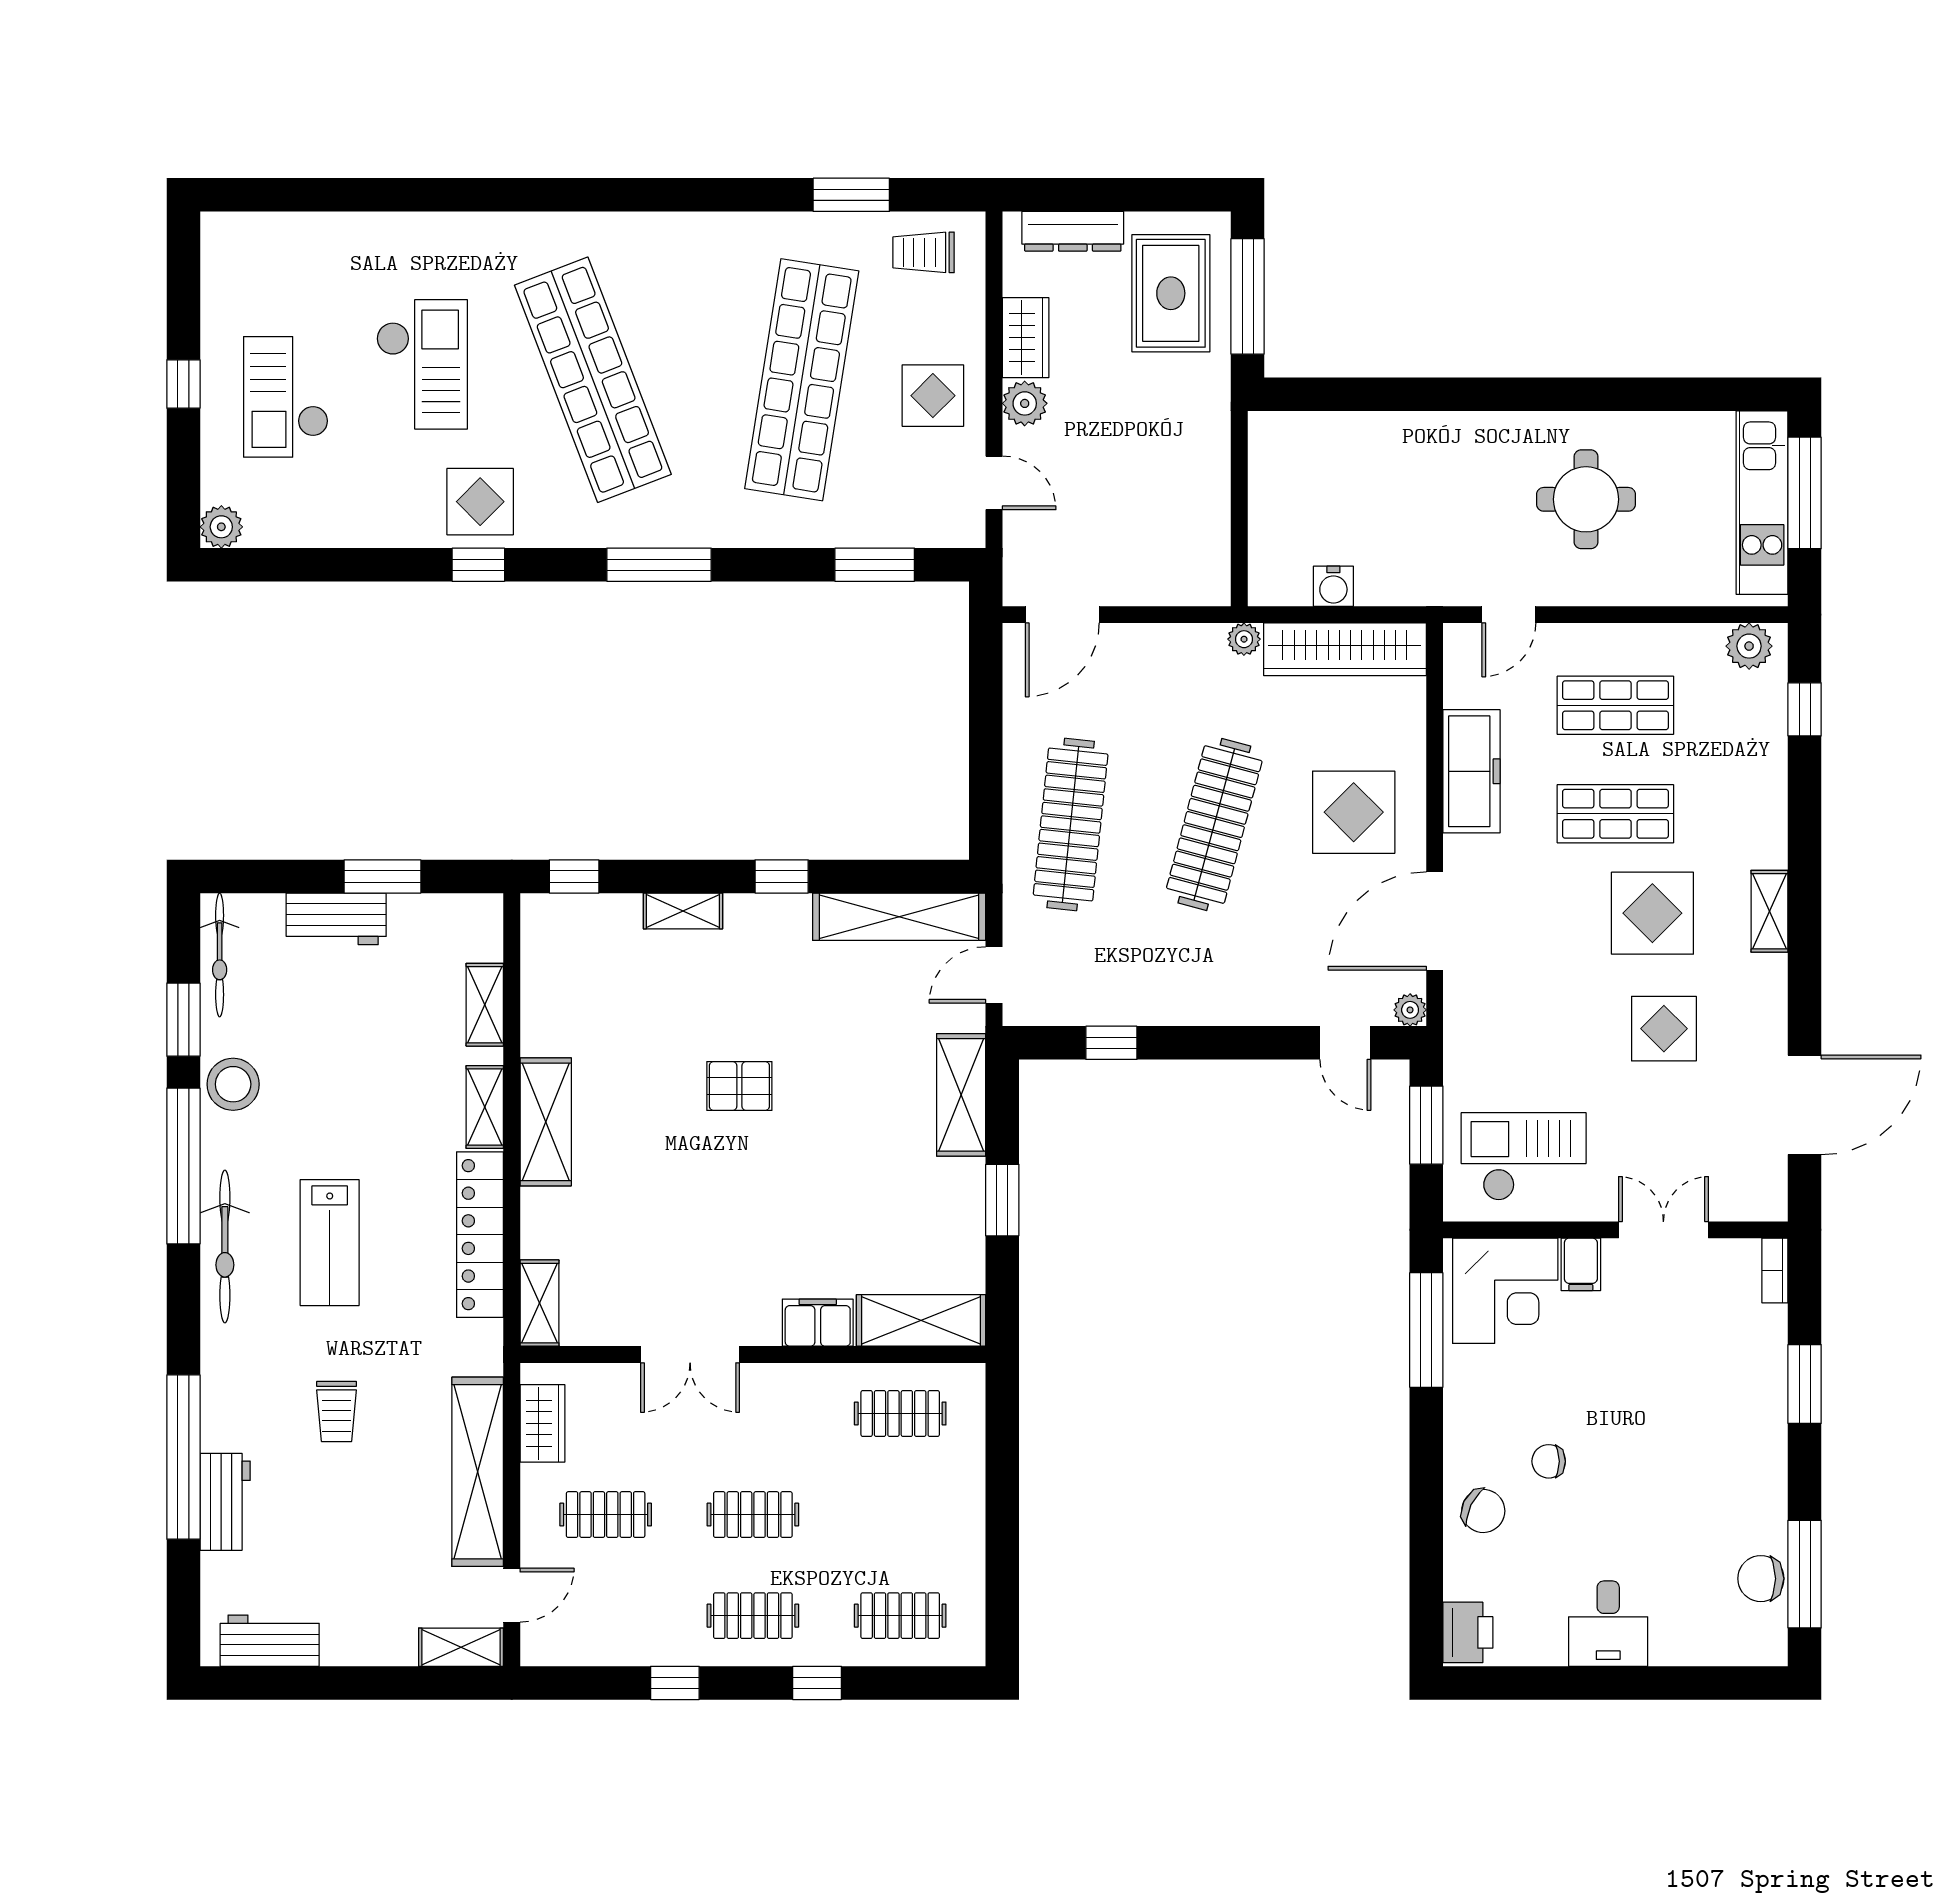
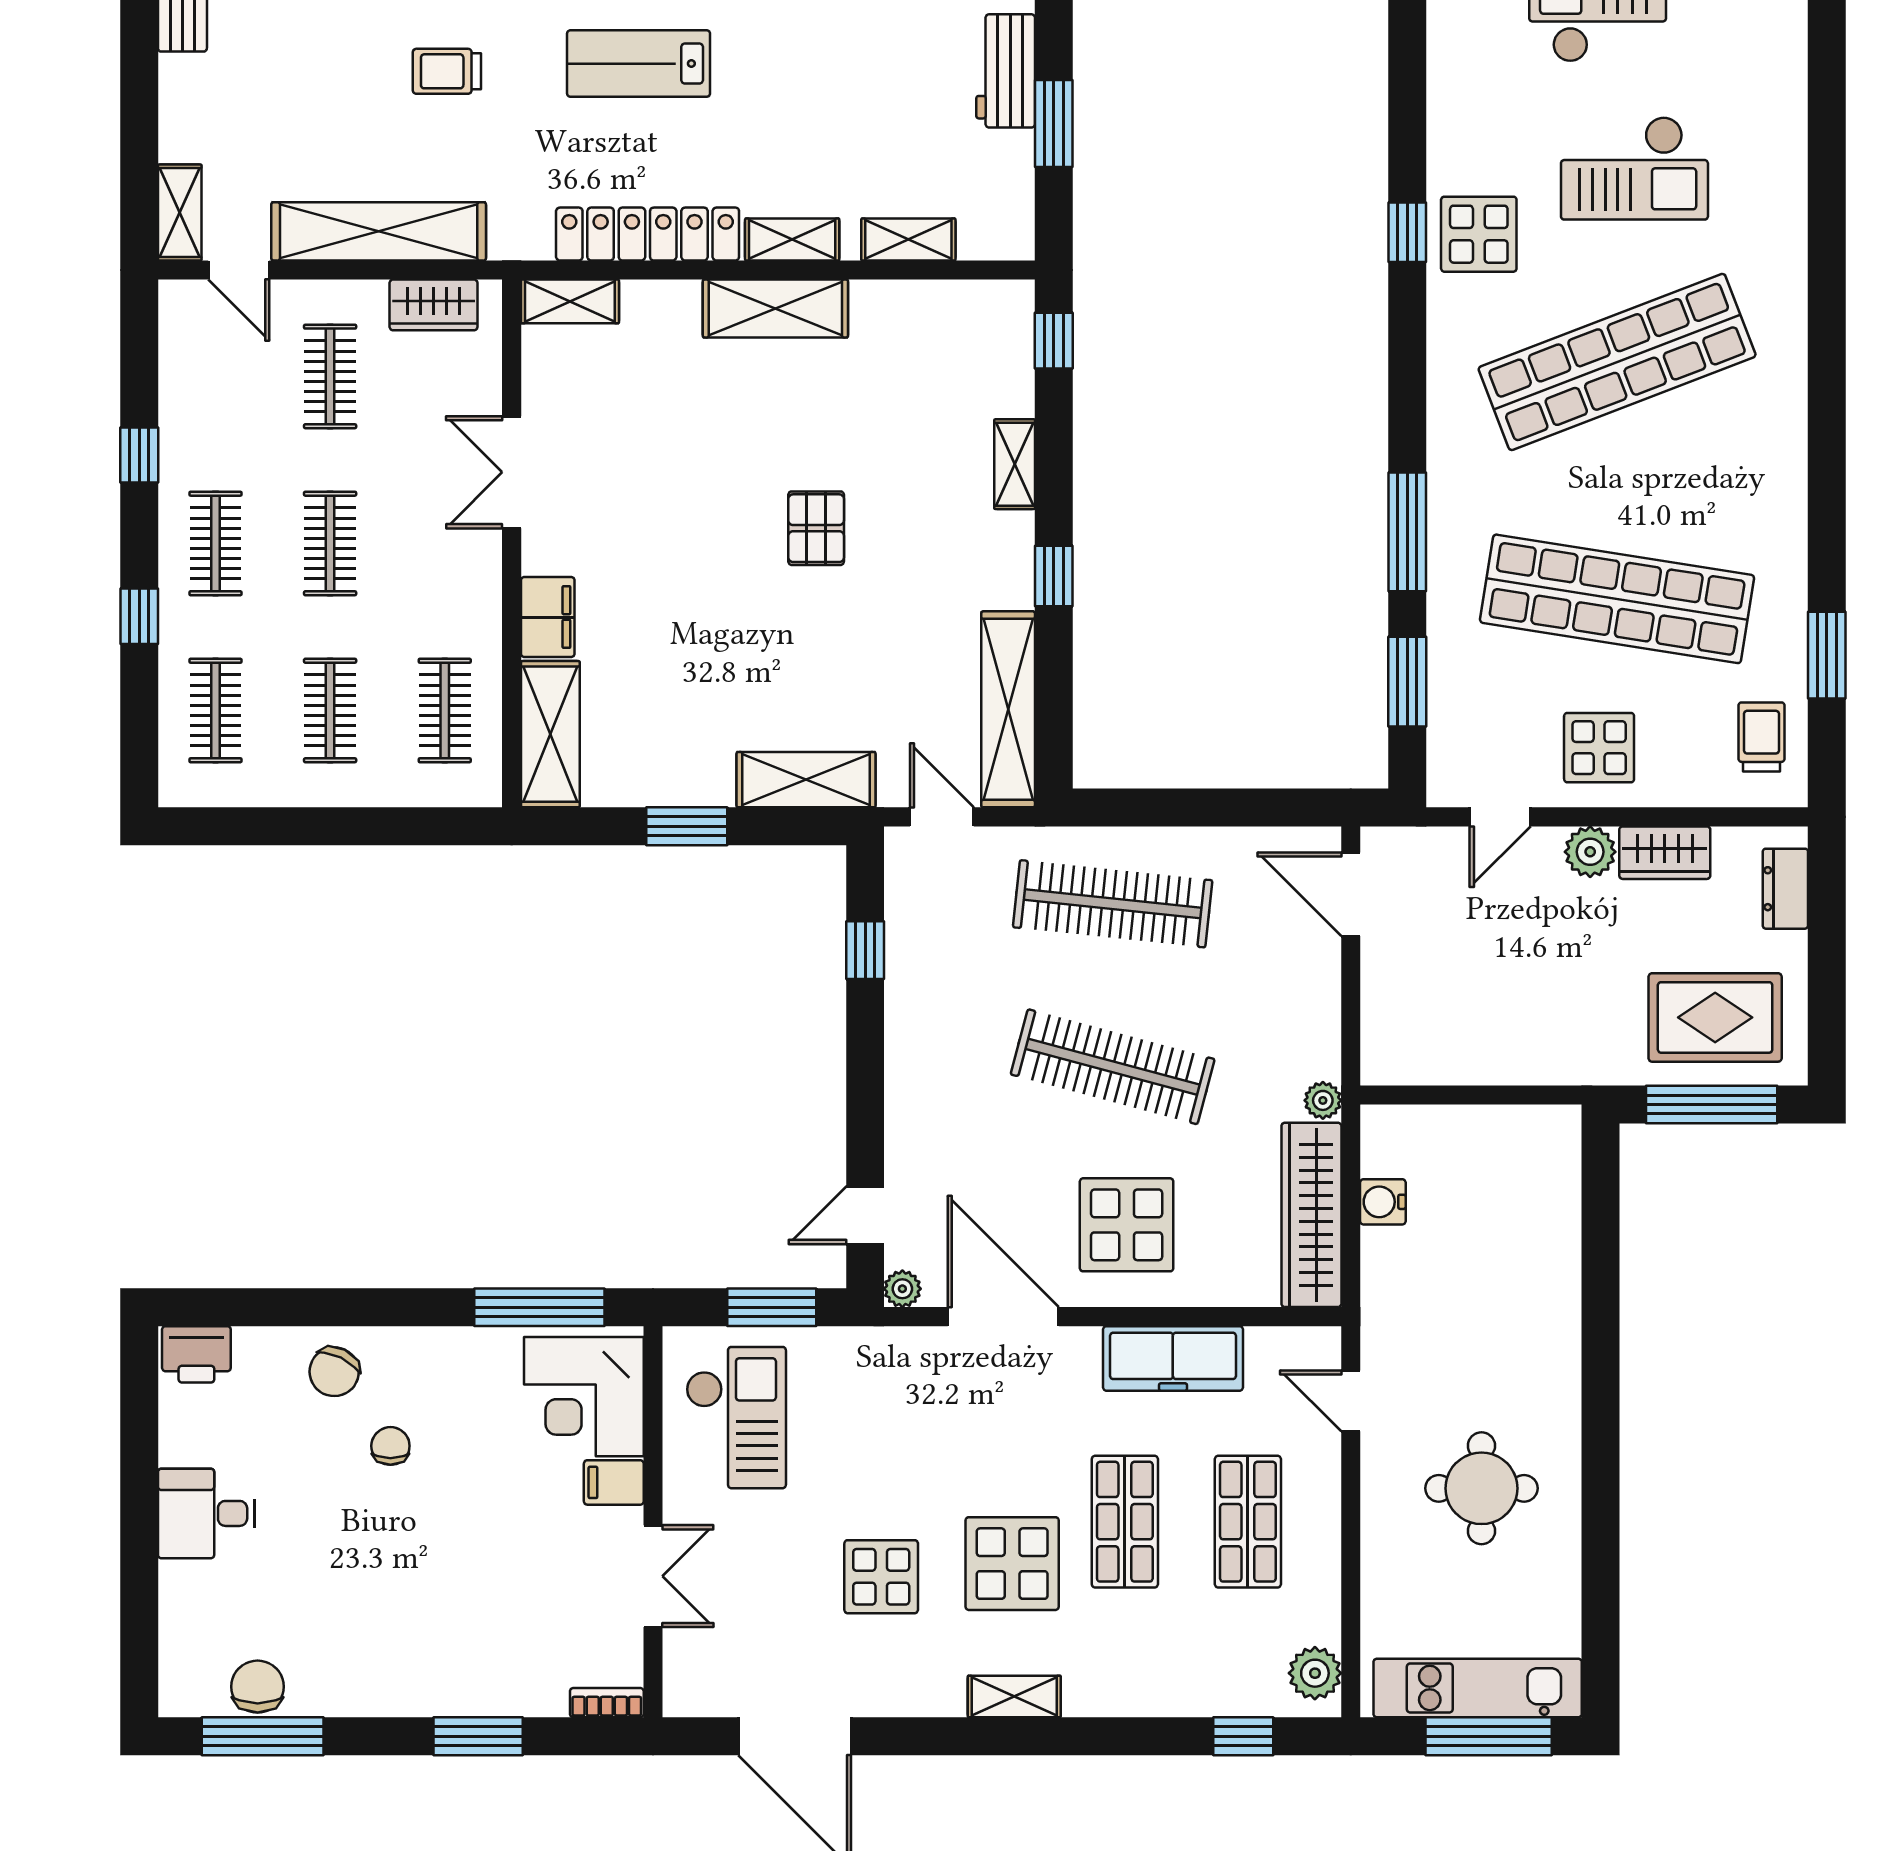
dresser: (1073, 231) -> (1785, 889), width x0.70
window: (659, 565) -> (1407, 532), moved
clothes rail: (900, 1515) -> (330, 710), added

